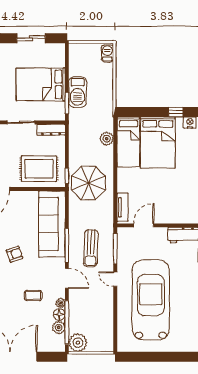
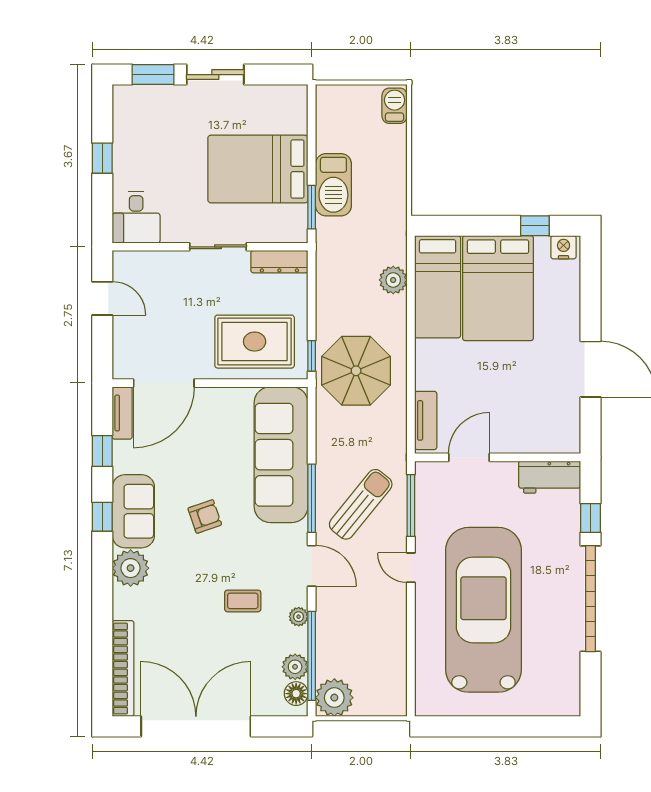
sliding door: (31, 38) -> (215, 75), moved
sun lounger: (91, 248) -> (361, 504), turned -143
floor lamp: (59, 315) -> (296, 694), moved

